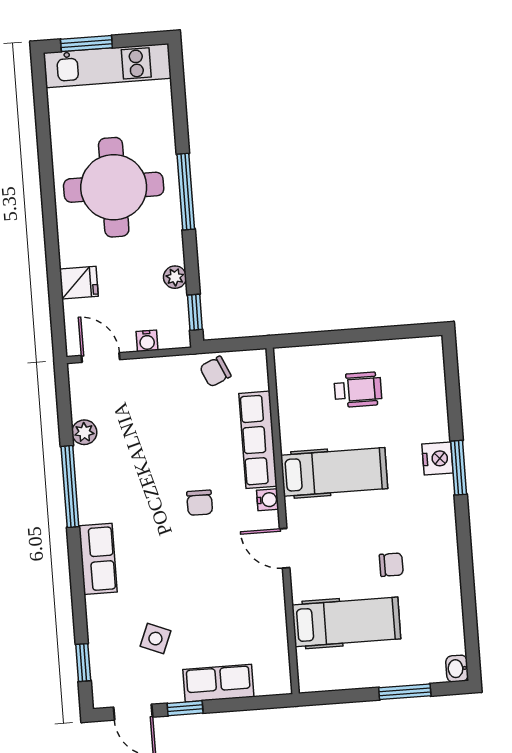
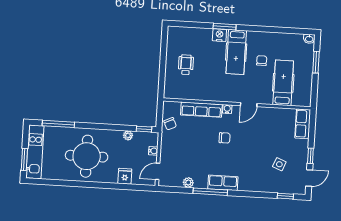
window: (186, 192) -> (58, 124), moved
hospital bed: (334, 472) -> (236, 52), moved, turned 180
row of seats: (98, 559) -> (223, 183), moved
row of seats: (218, 683) -> (303, 124), moved

